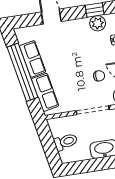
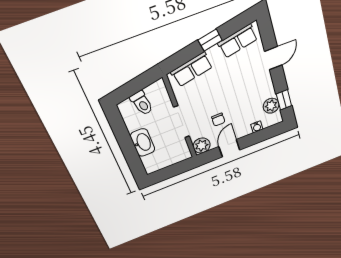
row of seats: (33, 59) -> (238, 41), moved
window: (22, 72) -> (210, 40), width x0.32

